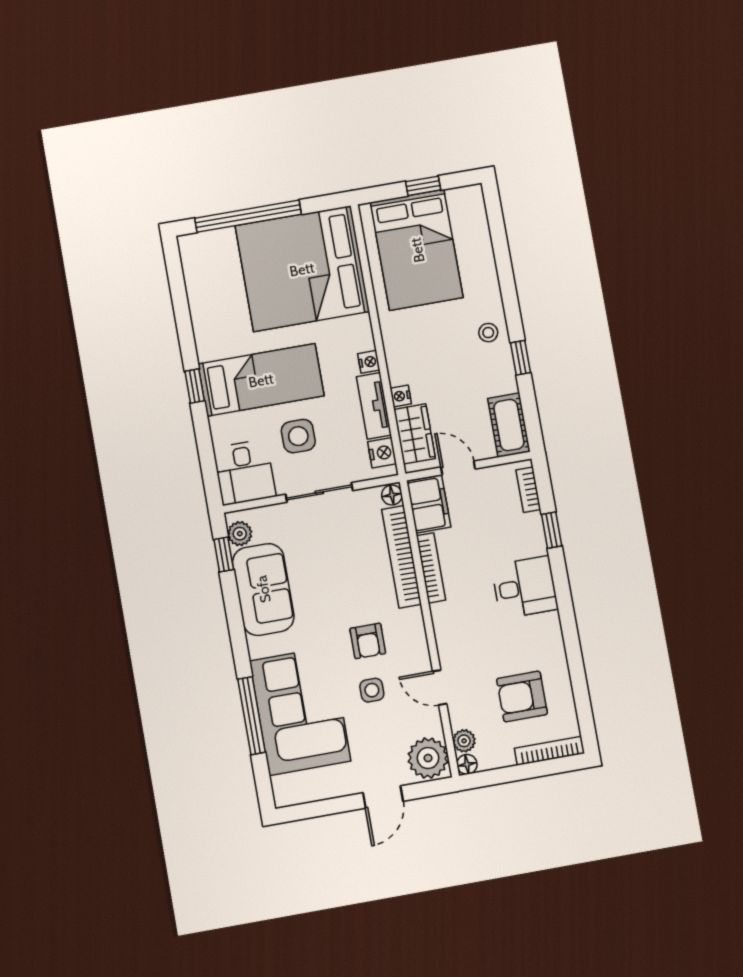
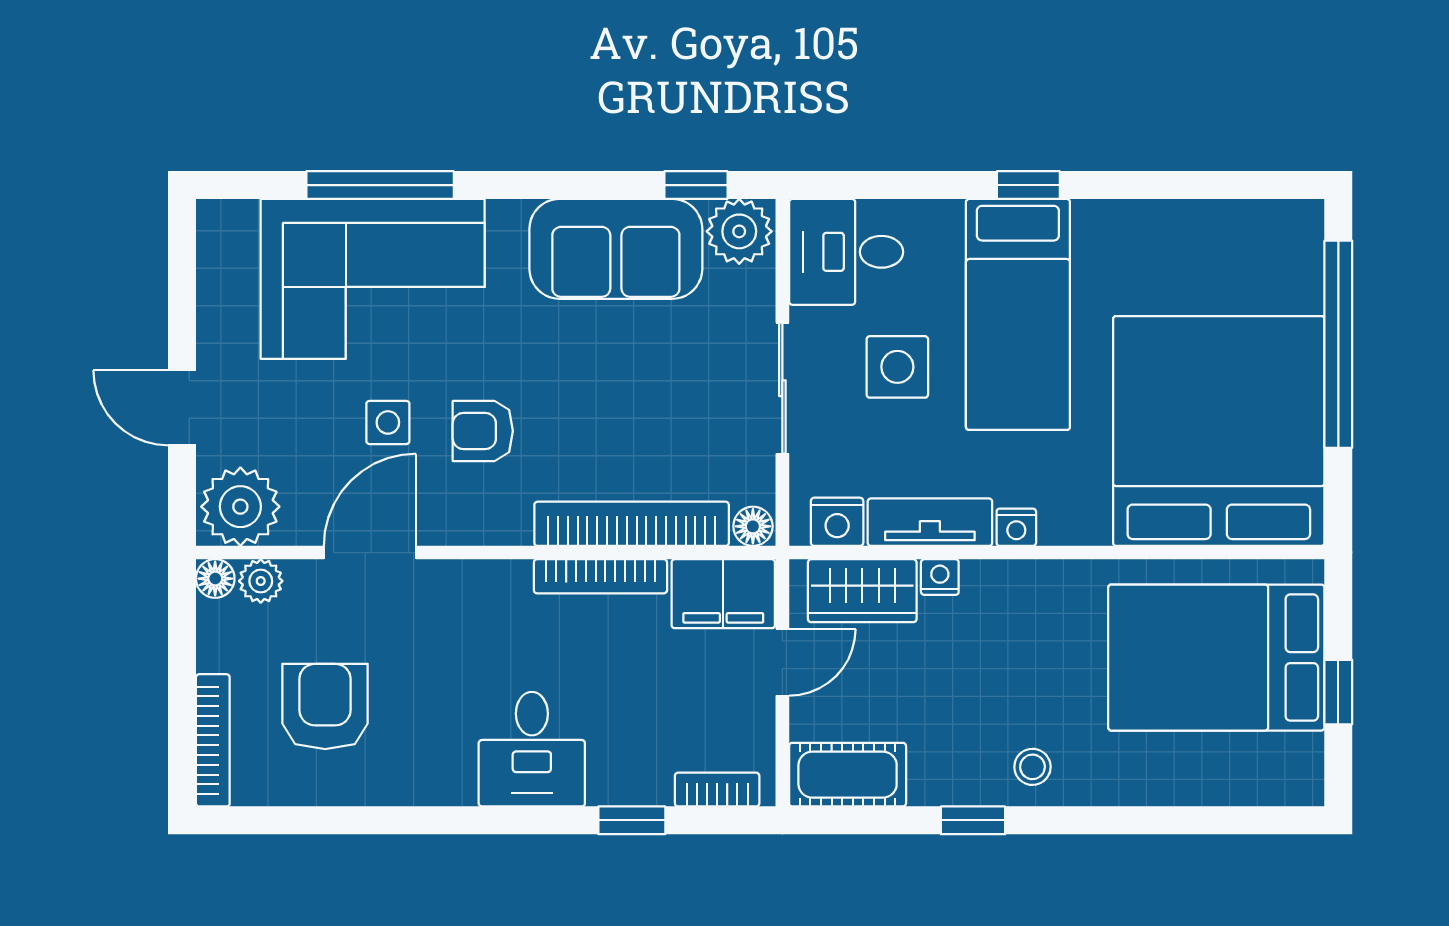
plant: (240, 534) -> (739, 231), width x1.38, depth x1.38
door: (440, 687) -> (370, 553), width x1.38

